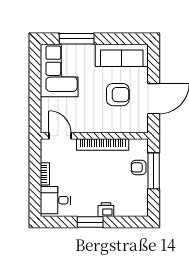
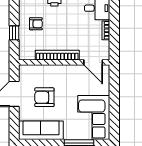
armchair: (139, 167) -> (36, 24), moved
window: (154, 171) -> (14, 33), width x0.46

